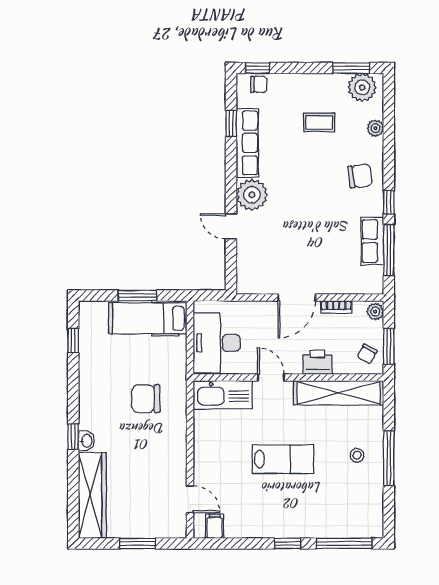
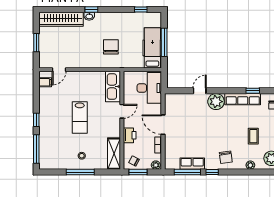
window: (137, 295) -> (164, 42), width x1.44
desk: (217, 343) -> (149, 88), moved, turned 90
shelving: (339, 393) -> (114, 154), width x0.68

